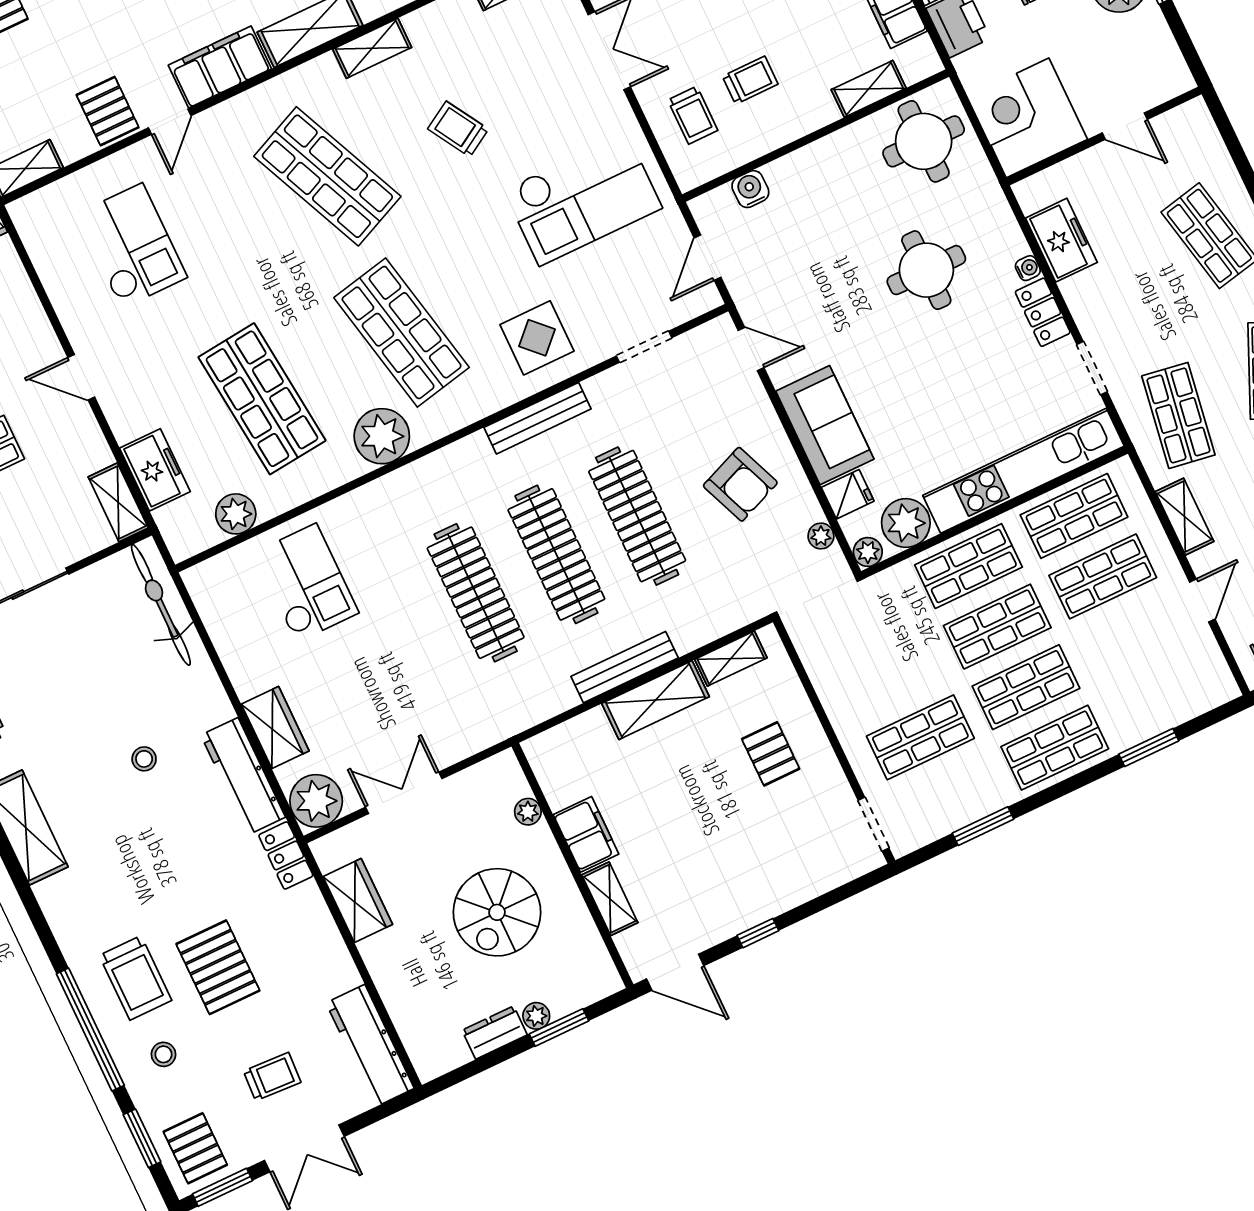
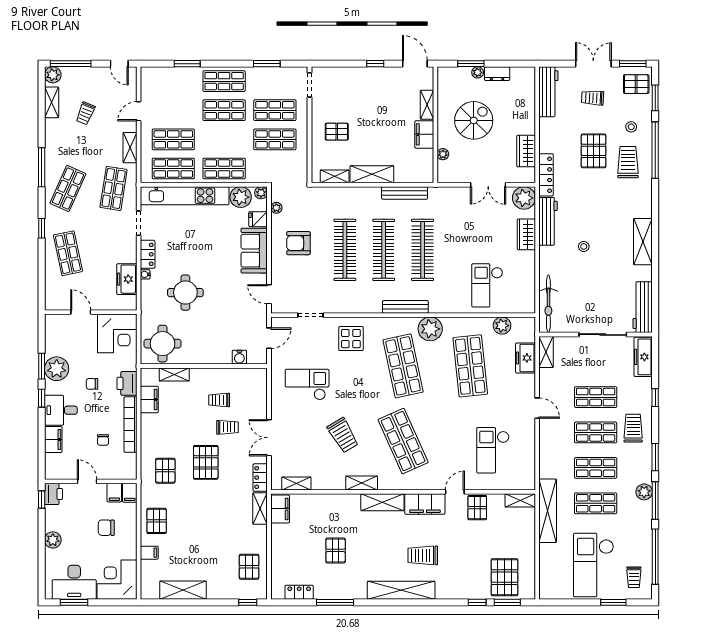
trolley: (693, 115) -> (228, 427), moved, turned 90
trolley: (458, 129) -> (343, 435), width x1.36, depth x1.39
checkout: (583, 199) -> (307, 385), width x0.73, depth x0.83
bench: (537, 418) -> (405, 307), moved
armchair: (740, 484) -> (298, 243), turned -68
shop shelf: (997, 627) -> (275, 139), moved
bench: (625, 667) -> (405, 193), moved
pallet: (771, 754) -> (337, 132), turned 90
locker: (286, 855) -> (546, 175), width x1.53
pallet: (195, 1148) -> (636, 84), turned 90

